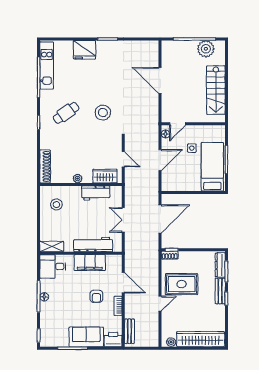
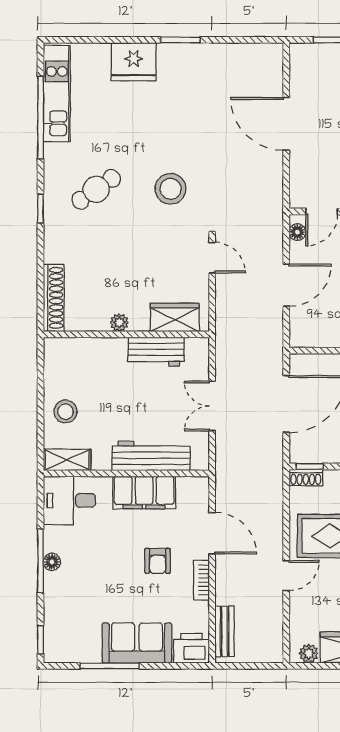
door: (123, 159) -> (212, 258), moved
stool: (56, 205) -> (66, 412), moved

